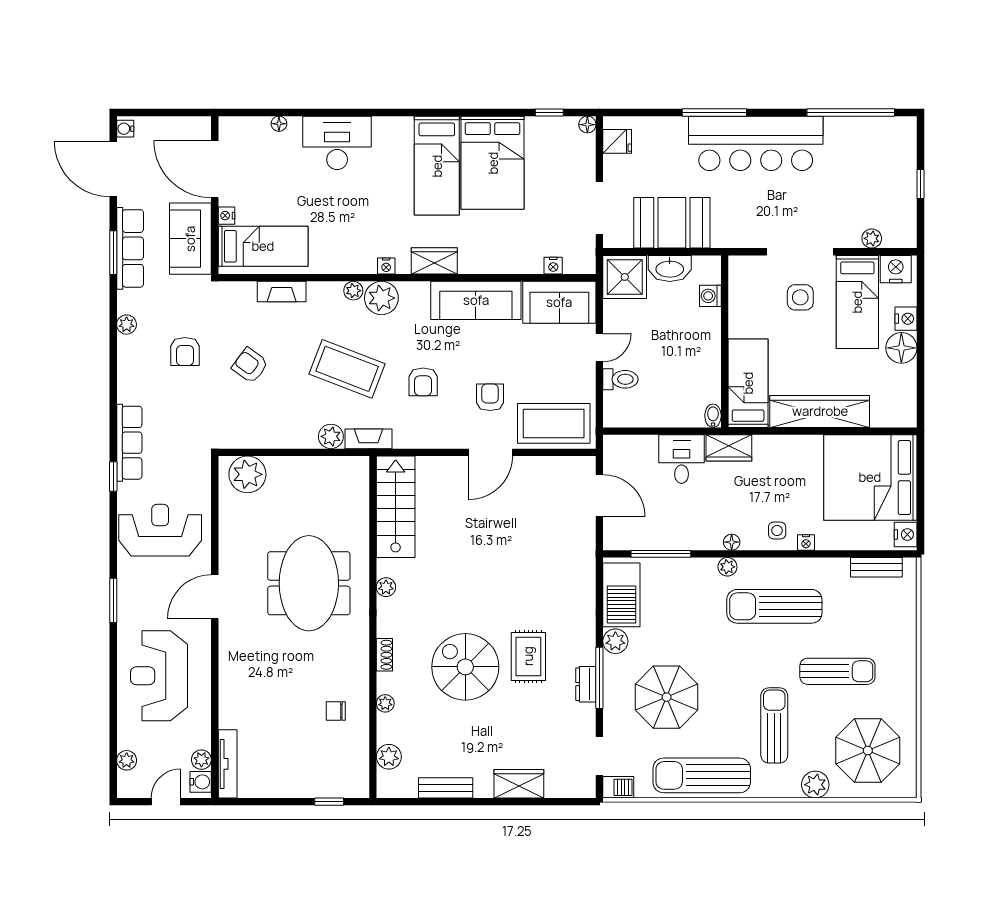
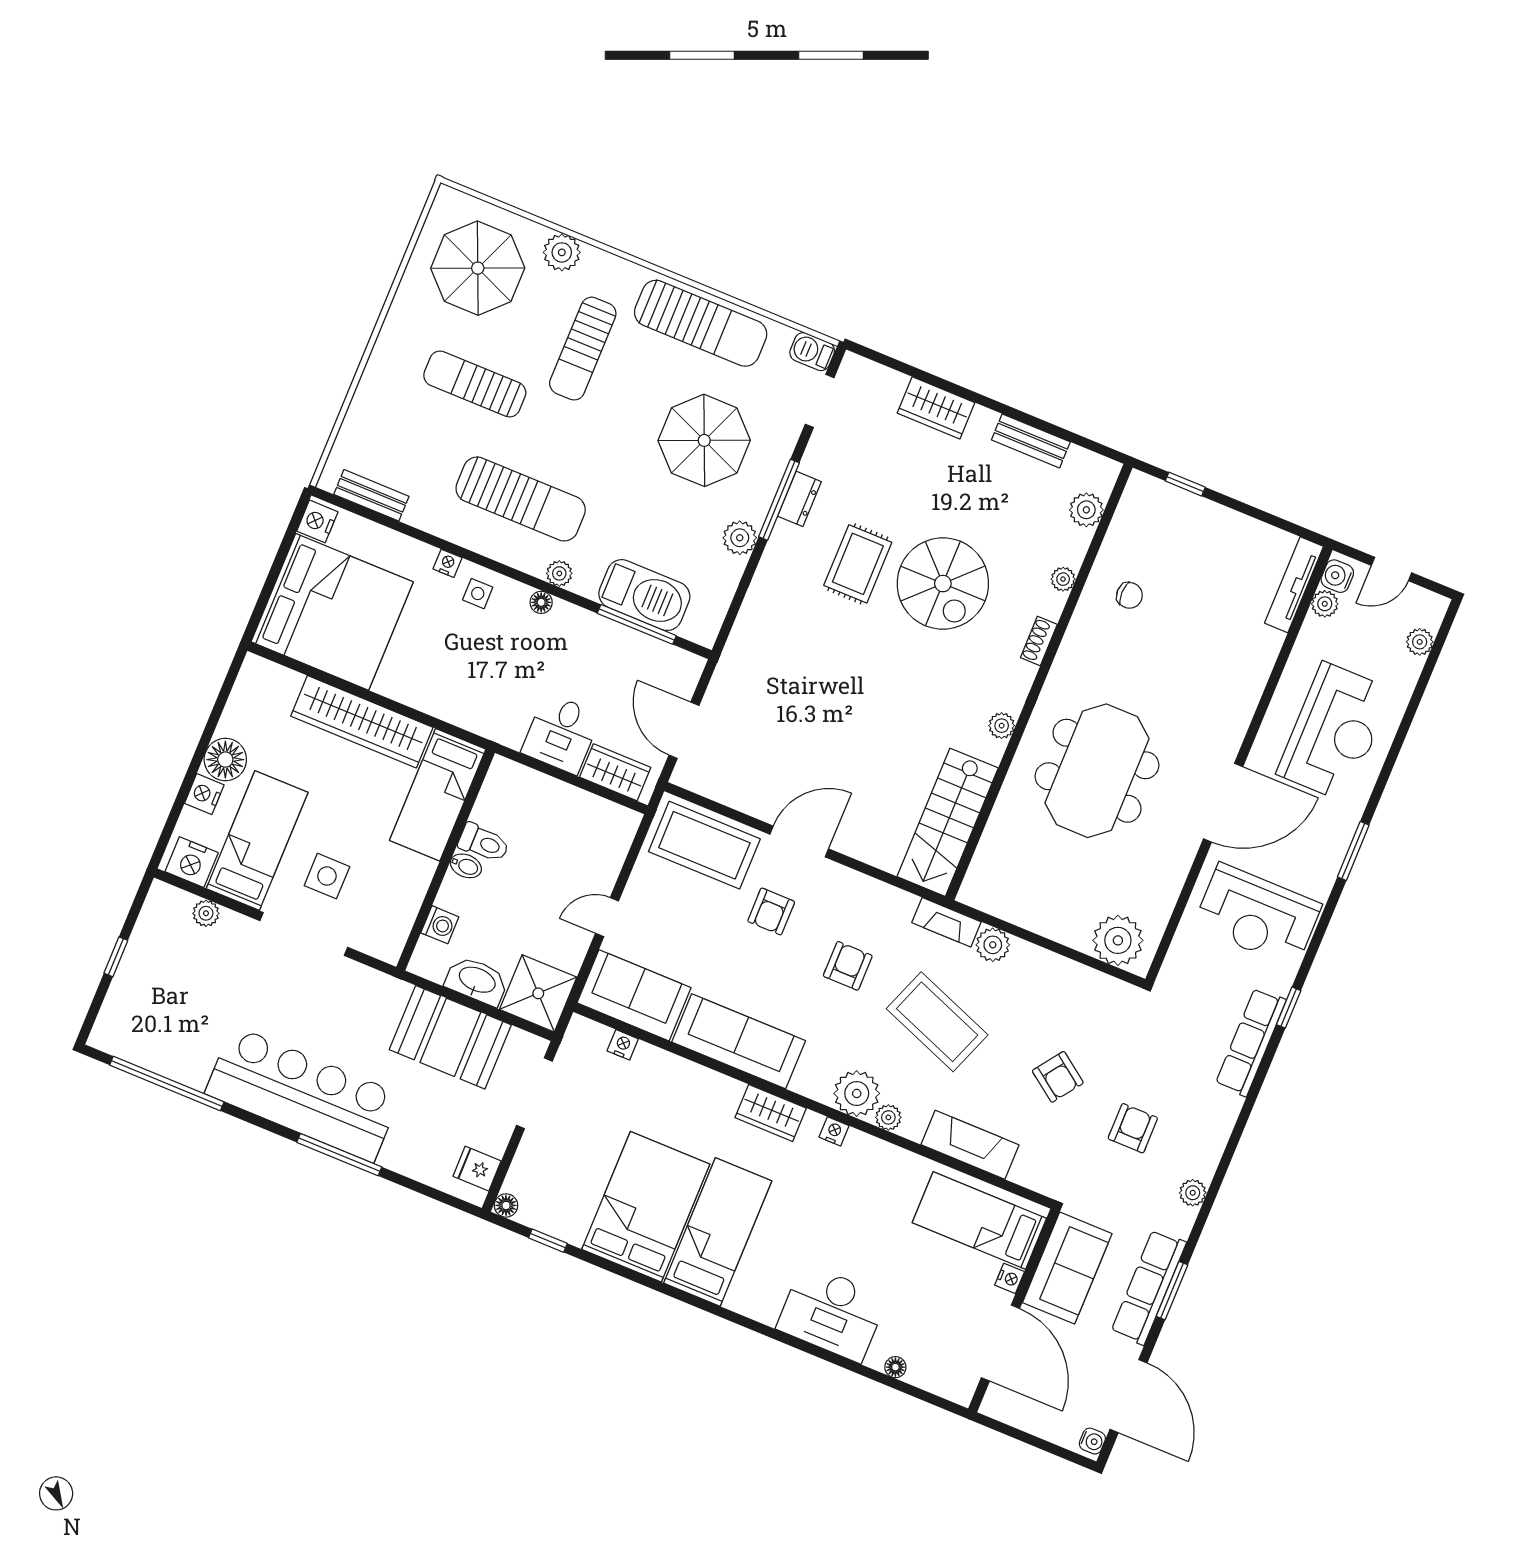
fireplace: (282, 292) -> (970, 1145), width x1.37, depth x1.32
toilet: (620, 379) -> (484, 843), moved, turned 180
bidet: (713, 416) -> (466, 866), moved, turned -90
wardrobe: (729, 448) -> (615, 772), moved
barbecue: (621, 595) -> (644, 595), moved, turned 90
door: (215, 597) -> (1223, 803), width x1.36

